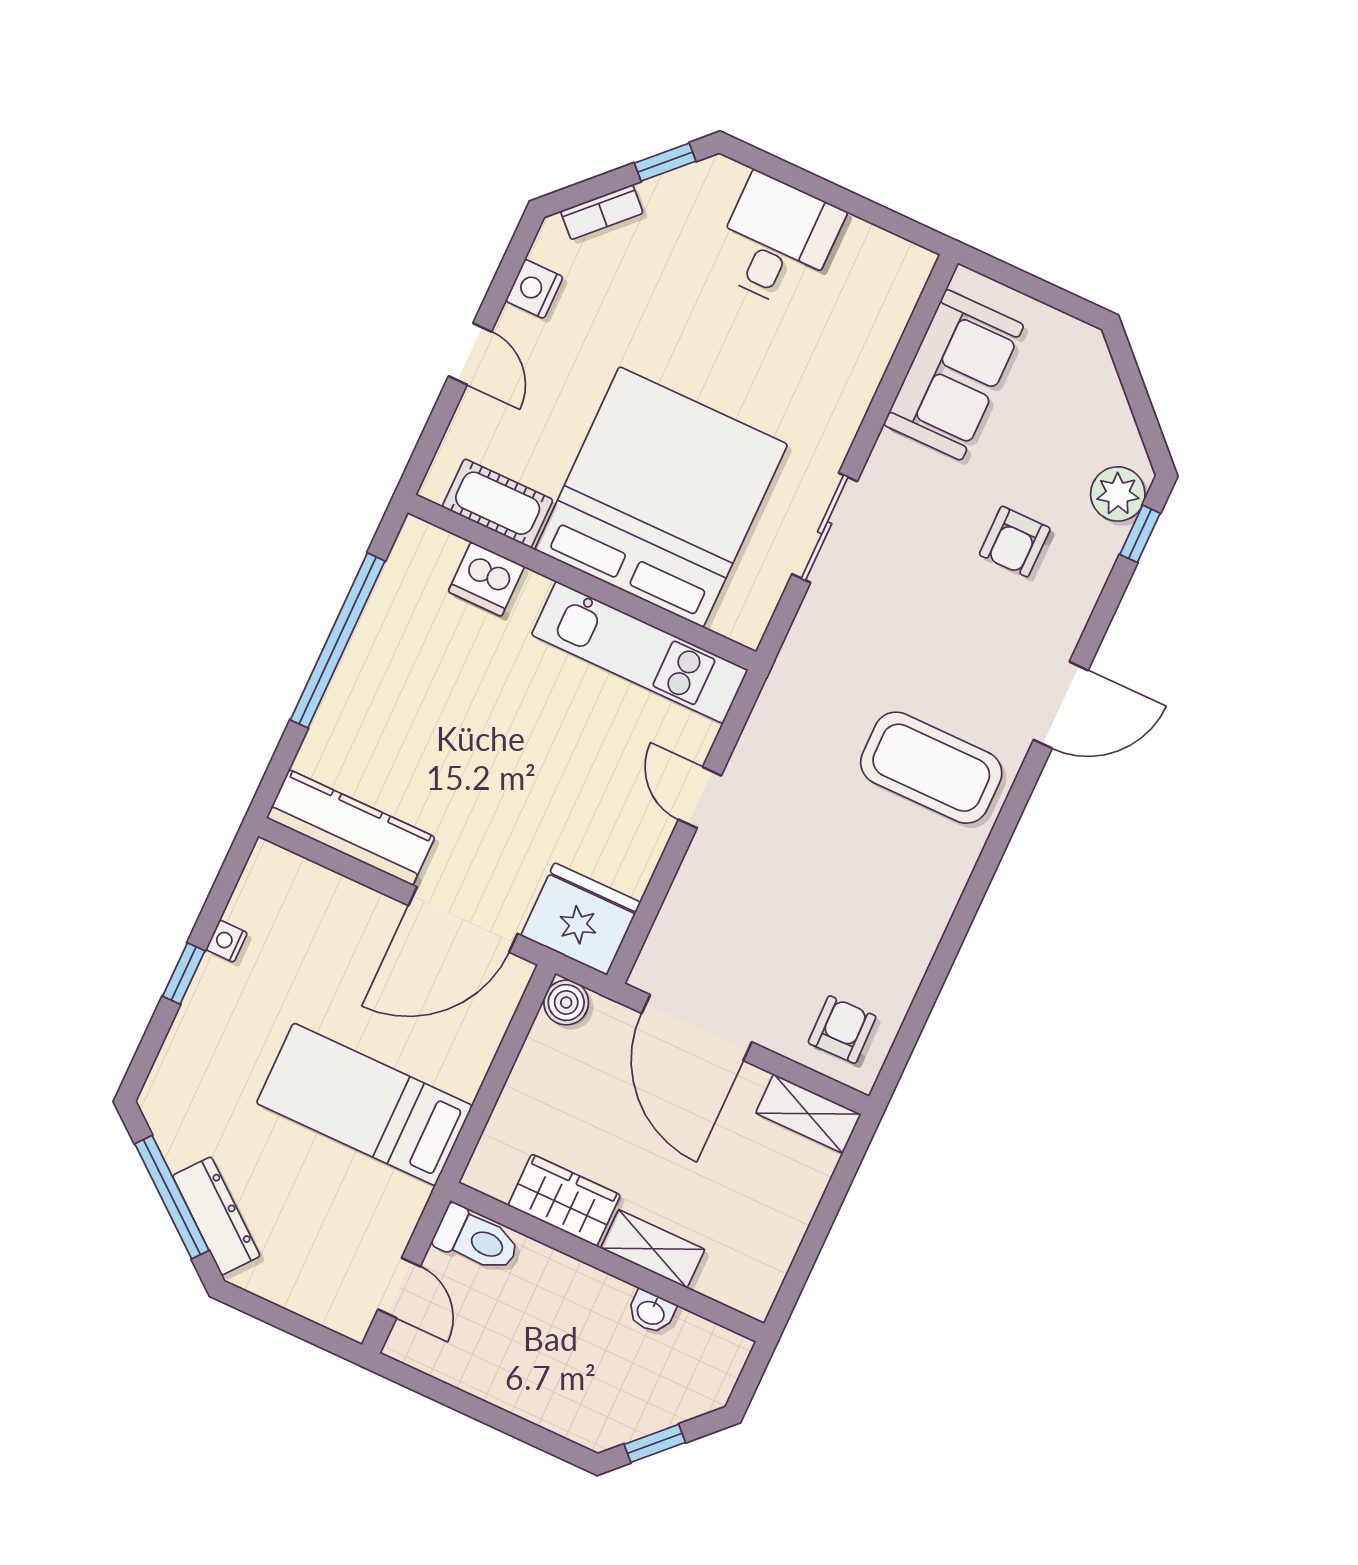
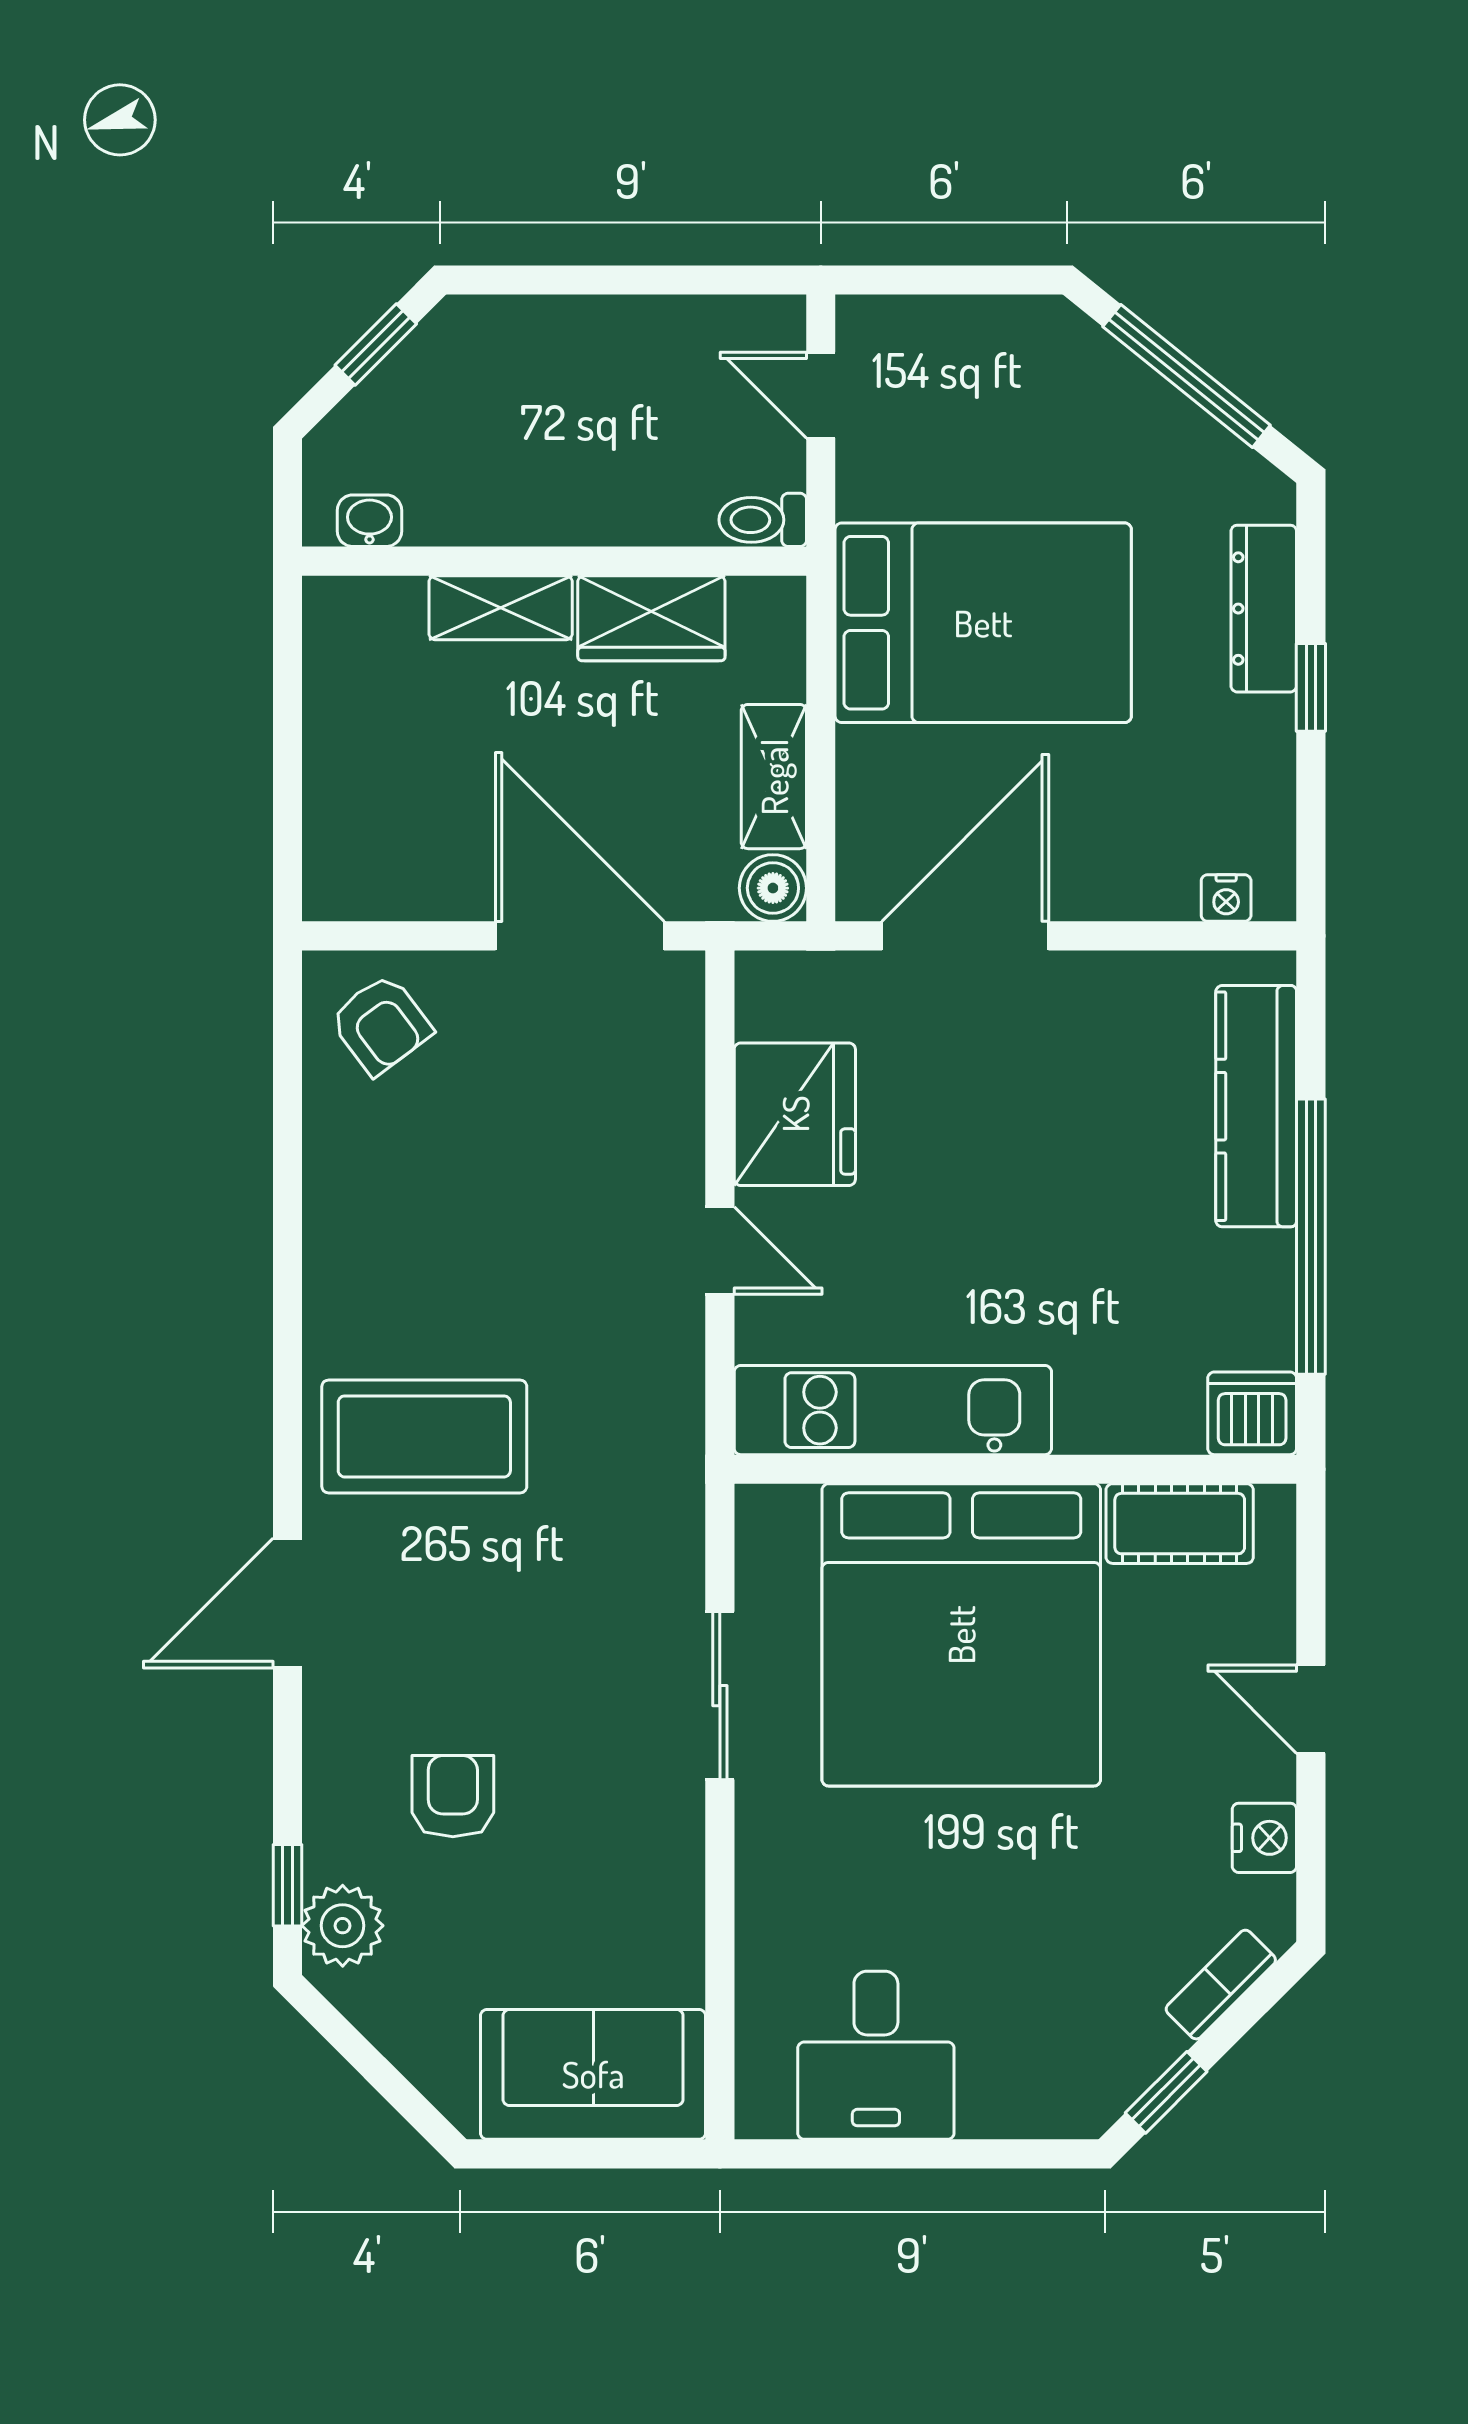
desk: (777, 241) -> (876, 2055), moved
sofa: (954, 375) -> (593, 2074), moved, turned 90
dishwasher: (486, 579) -> (1252, 1413), moved
kitchen counter: (351, 828) -> (1256, 1106), moved, turned 90
fridge: (581, 919) -> (795, 1114), moved, turned -90
nightstand: (227, 941) -> (1226, 898), moved, turned 90
armchair: (842, 1030) -> (381, 1024), turned -36
bed: (364, 1104) -> (983, 623), width x1.50
shelving: (808, 1114) -> (774, 777), moved, turned 90
dresser: (216, 1216) -> (1264, 609), moved, turned 51
toilet: (477, 1239) -> (763, 520), width x0.73, depth x0.72
washbasin: (651, 1312) -> (369, 521), moved

